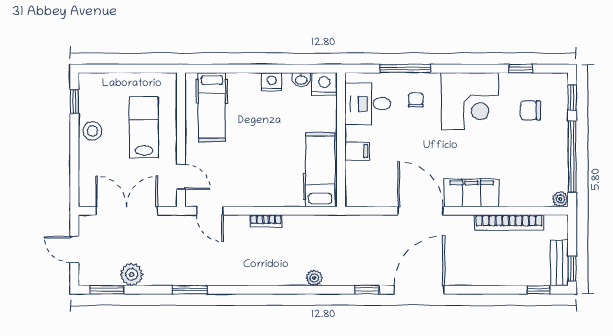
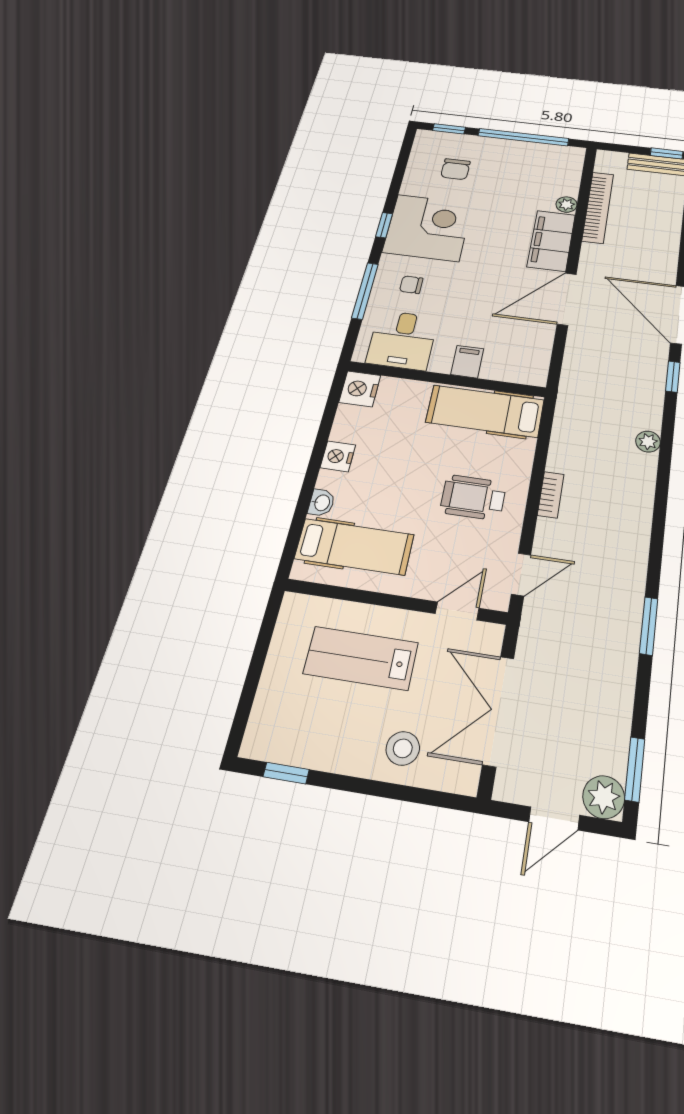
window: (521, 69) -> (384, 225), moved
washbasin: (301, 80) -> (321, 503), moved
stool: (92, 131) -> (403, 748), moved
wheelchair: (256, 173) -> (473, 497), added
plant: (560, 199) -> (567, 204), moved
plant: (132, 275) -> (604, 797), moved

